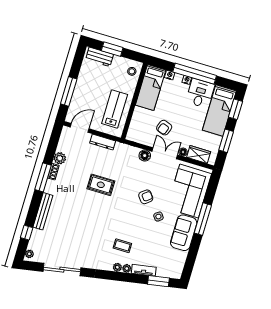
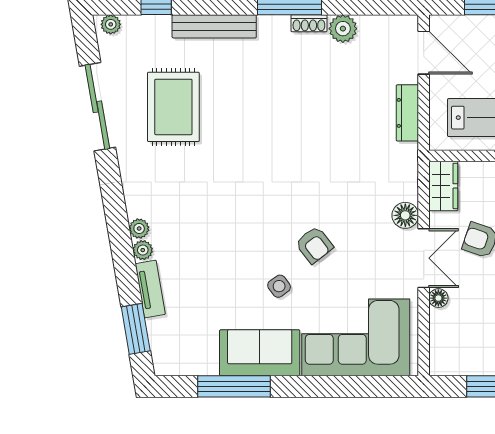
wardrobe: (199, 155) -> (443, 186), moved
rug: (101, 185) -> (173, 107), moved, width x1.36, depth x1.43
window: (203, 219) -> (234, 386), moved
coffee table: (122, 246) -> (190, 225), removed

